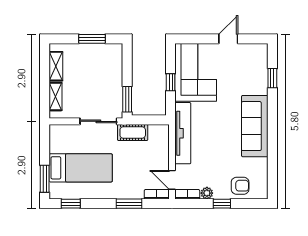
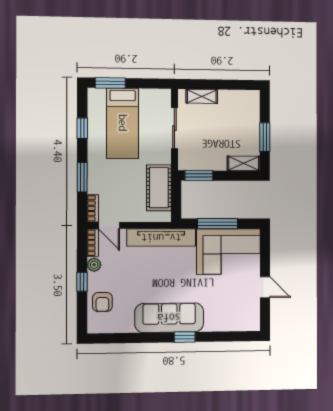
shelving: (56, 66) -> (244, 163), moved
window: (272, 78) -> (185, 337), moved
window: (171, 82) -> (218, 224), width x2.17
sliding door: (98, 121) -> (174, 128), moved
cot: (133, 133) -> (159, 188), width x1.37, depth x1.34
door: (172, 180) -> (109, 226), swing flipped
window: (71, 204) -> (82, 128), moved

